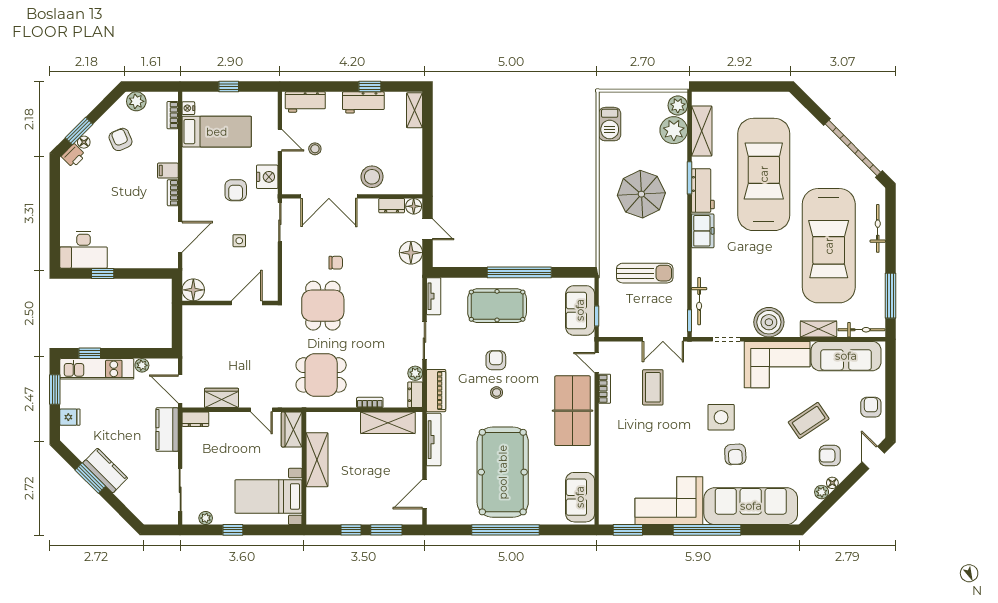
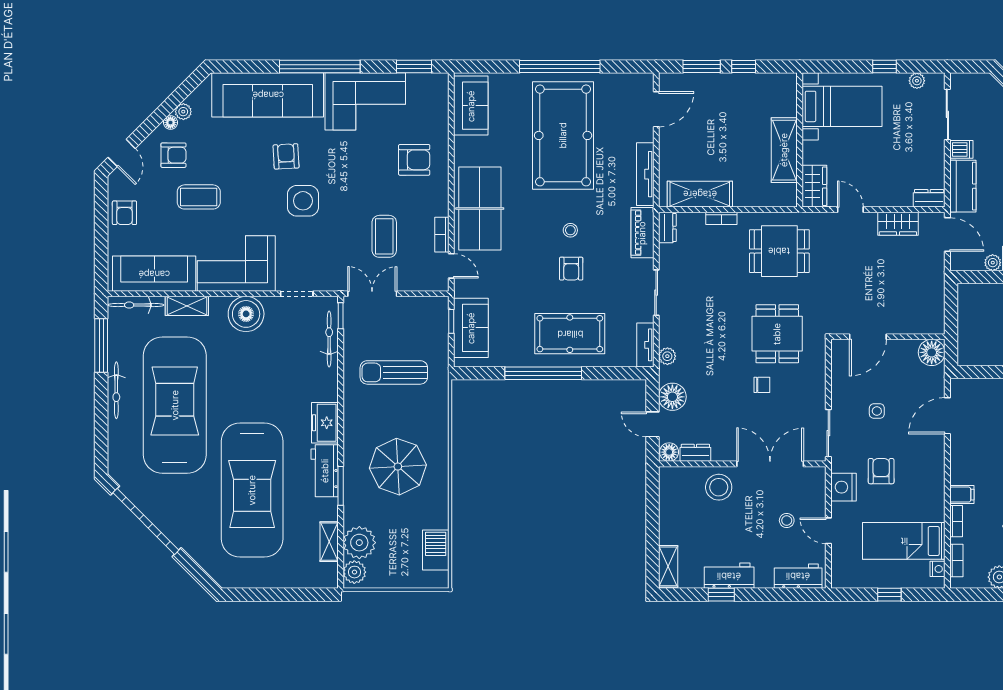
shelving: (702, 131) -> (329, 542), width x0.67, depth x0.75
bookcase: (173, 193) -> (956, 521), moved
bicycle: (878, 228) -> (116, 390), moved
chair: (336, 263) -> (762, 385), turned 180
plant: (415, 373) -> (667, 356), moved
coffee table: (809, 420) -> (199, 197), turned 34
armchair: (628, 452) -> (414, 160), added
dishwasher: (168, 460) -> (961, 149), added

